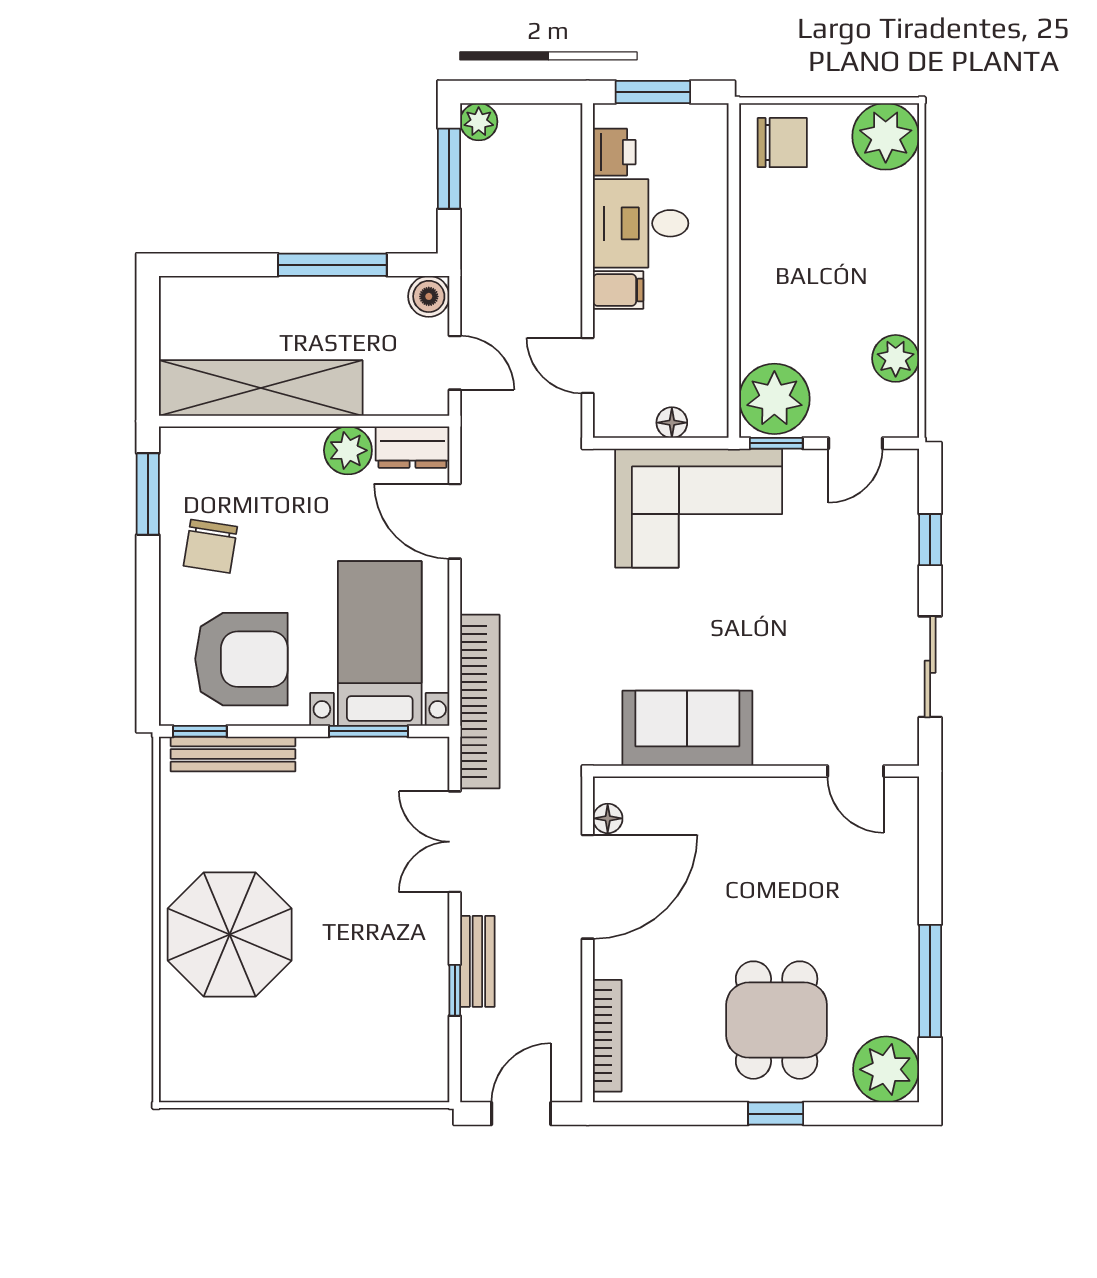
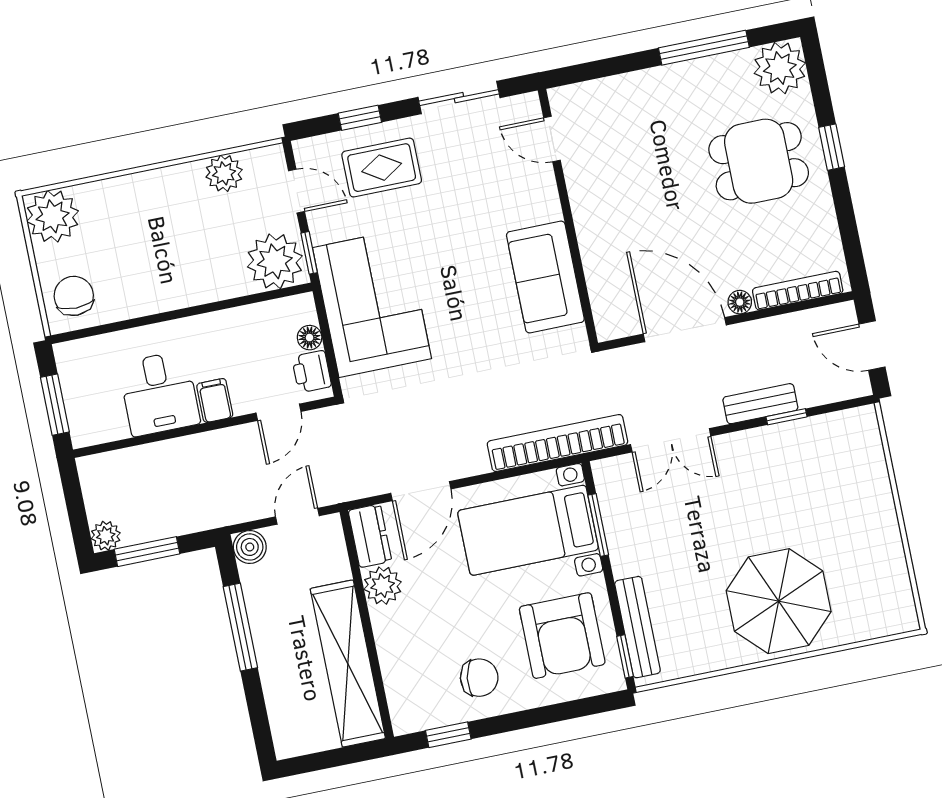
printer: (614, 152) -> (312, 372), moved, turned -90
window: (148, 494) -> (448, 735), width x0.67
rug: (863, 554) -> (382, 168), added
armchair: (241, 659) -> (562, 636), turned 180
door: (856, 771) -> (552, 139), swing flipped
floor lamp: (608, 818) -> (740, 302), moved

